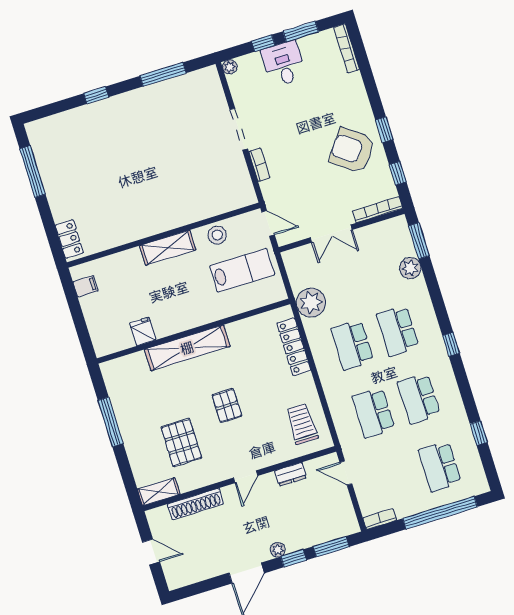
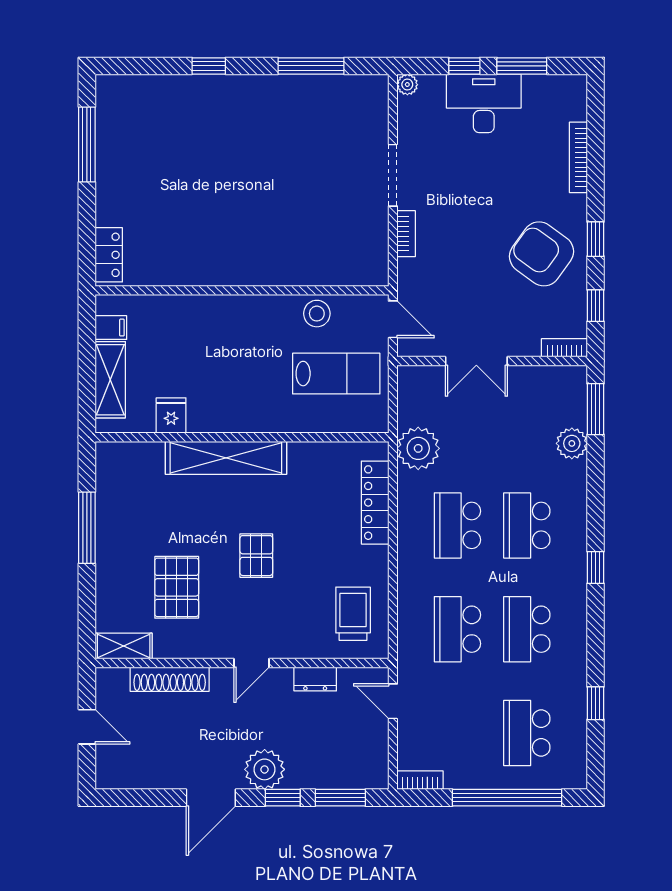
bookcase: (347, 48) -> (578, 157), moved
desk: (284, 64) -> (484, 103), width x1.37
bookcase: (378, 210) -> (564, 348), width x0.64
shelving: (168, 248) -> (110, 380), moved, turned 90
plant: (278, 550) -> (265, 769), width x1.87, depth x1.87

